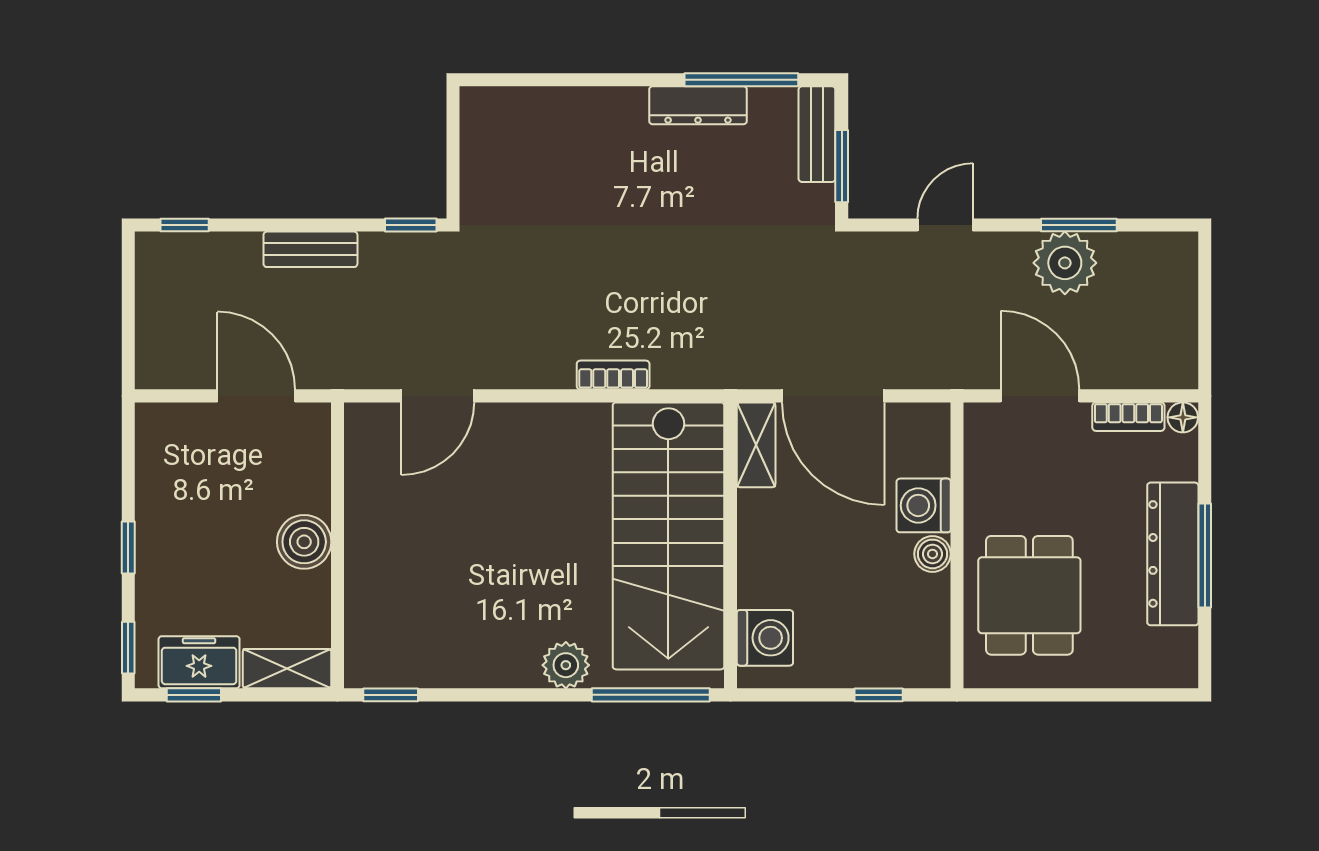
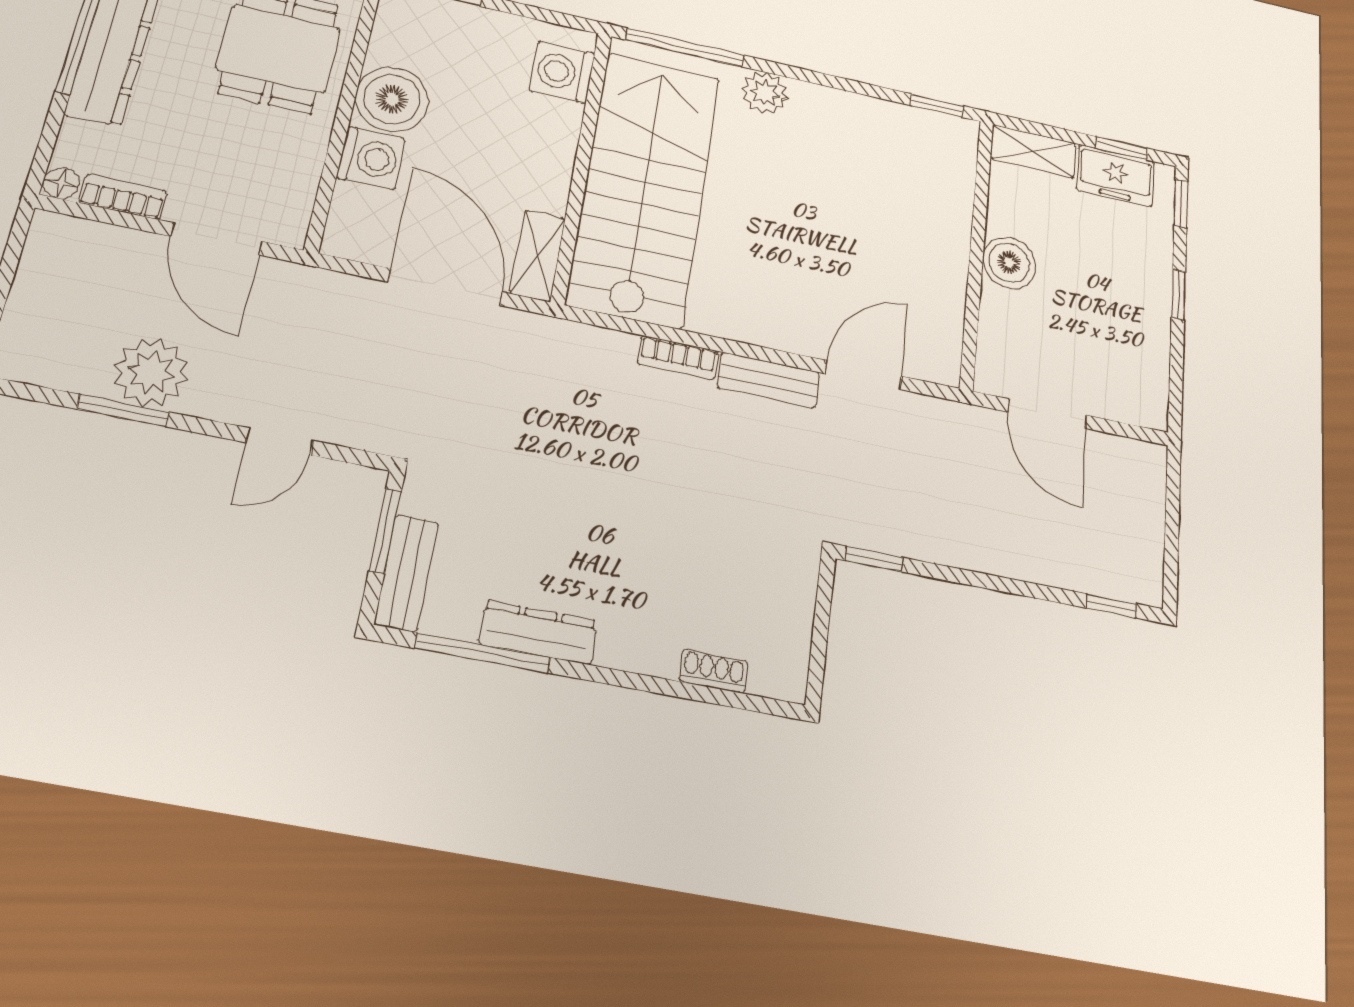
shoe rack: (543, 100) -> (714, 671), added
bench: (310, 249) -> (769, 380), moved
boiler: (932, 554) -> (392, 99), width x1.86, depth x1.86

